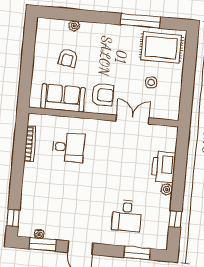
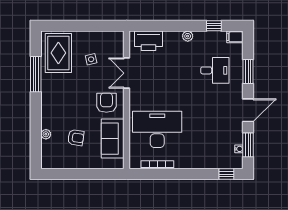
desk: (69, 147) -> (157, 129), width x1.87, depth x1.30
printer: (164, 167) -> (149, 41), moved
filing cabinet: (161, 241) -> (235, 37), added
window: (137, 253) -> (248, 72), moved

